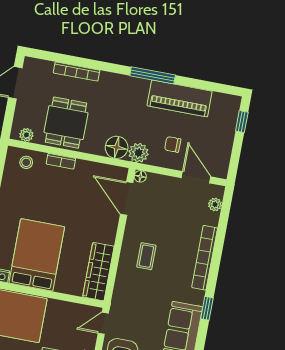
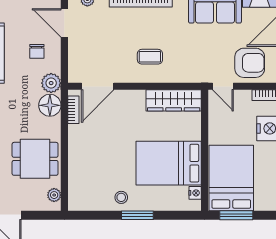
bookcase: (61, 161) -> (73, 110), moved
stool: (26, 162) -> (121, 197), moved
floor lamp: (140, 176) -> (74, 77), removed
door: (196, 177) -> (64, 23), hinge flipped

